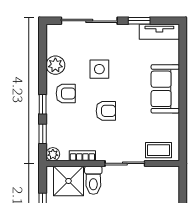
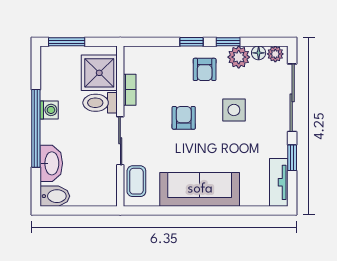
floor lamp: (52, 49) -> (259, 53), added
sofa: (165, 89) -> (200, 189), width x1.36
armchair: (106, 111) -> (184, 118), turned 180
window: (43, 134) -> (228, 42), moved
plant: (53, 154) -> (275, 54), moved

